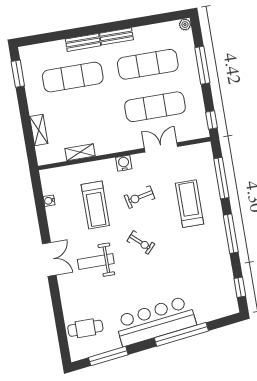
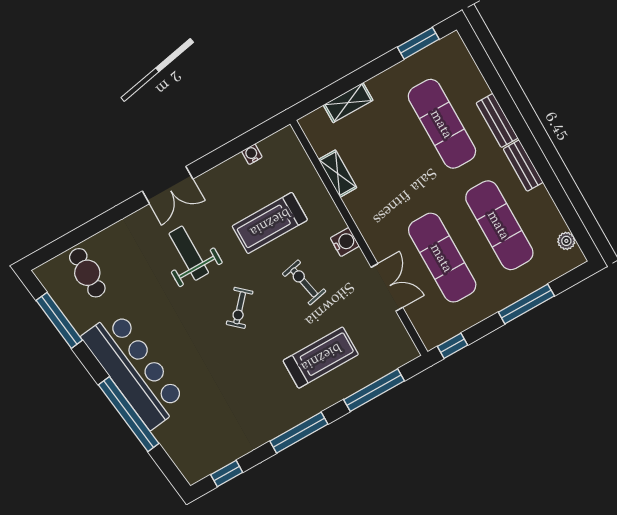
plant: (185, 25) -> (566, 241), moved

